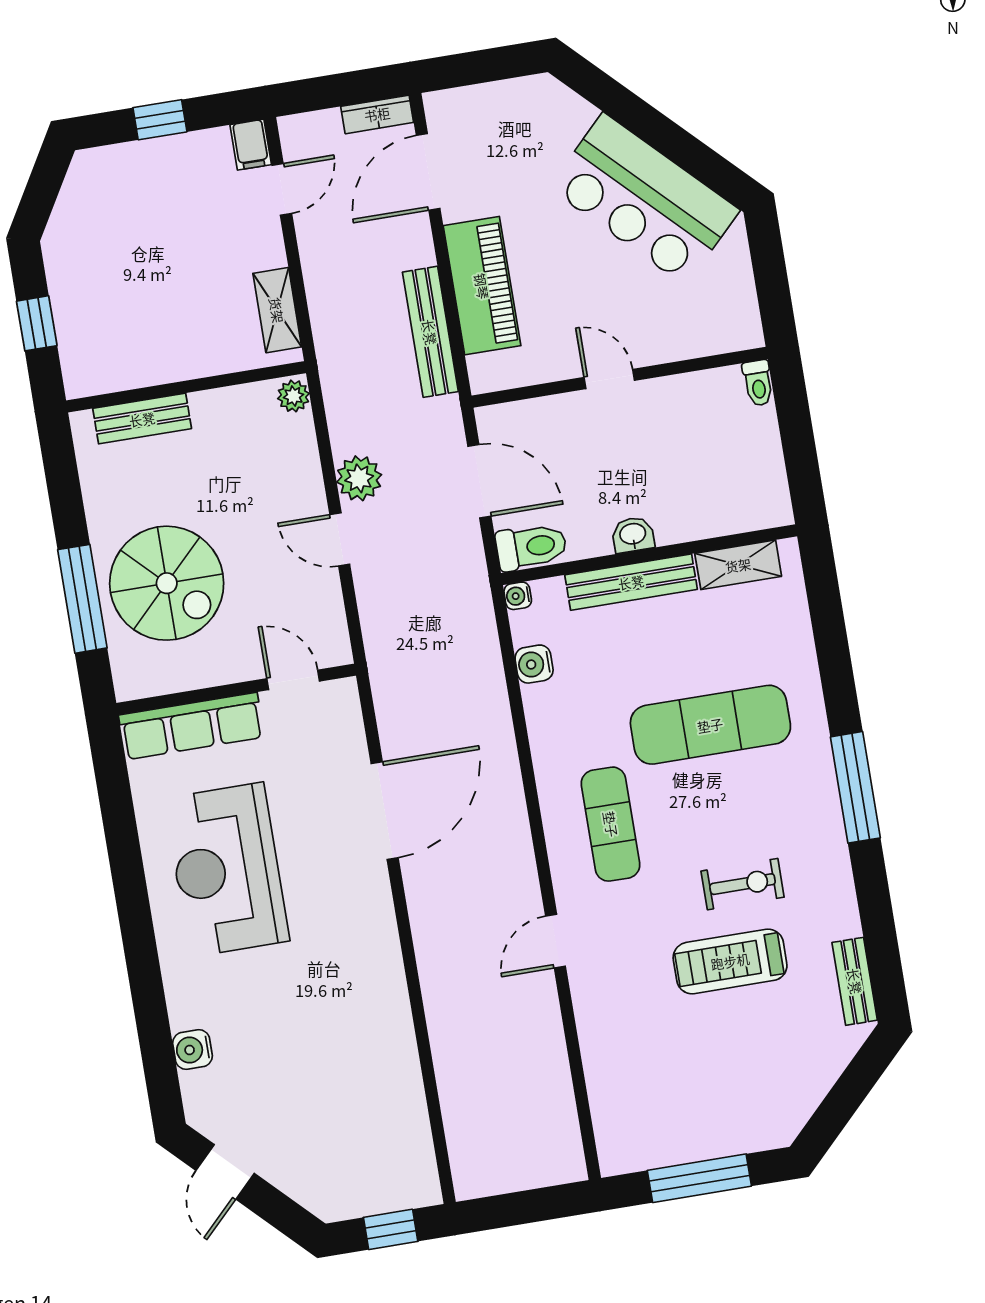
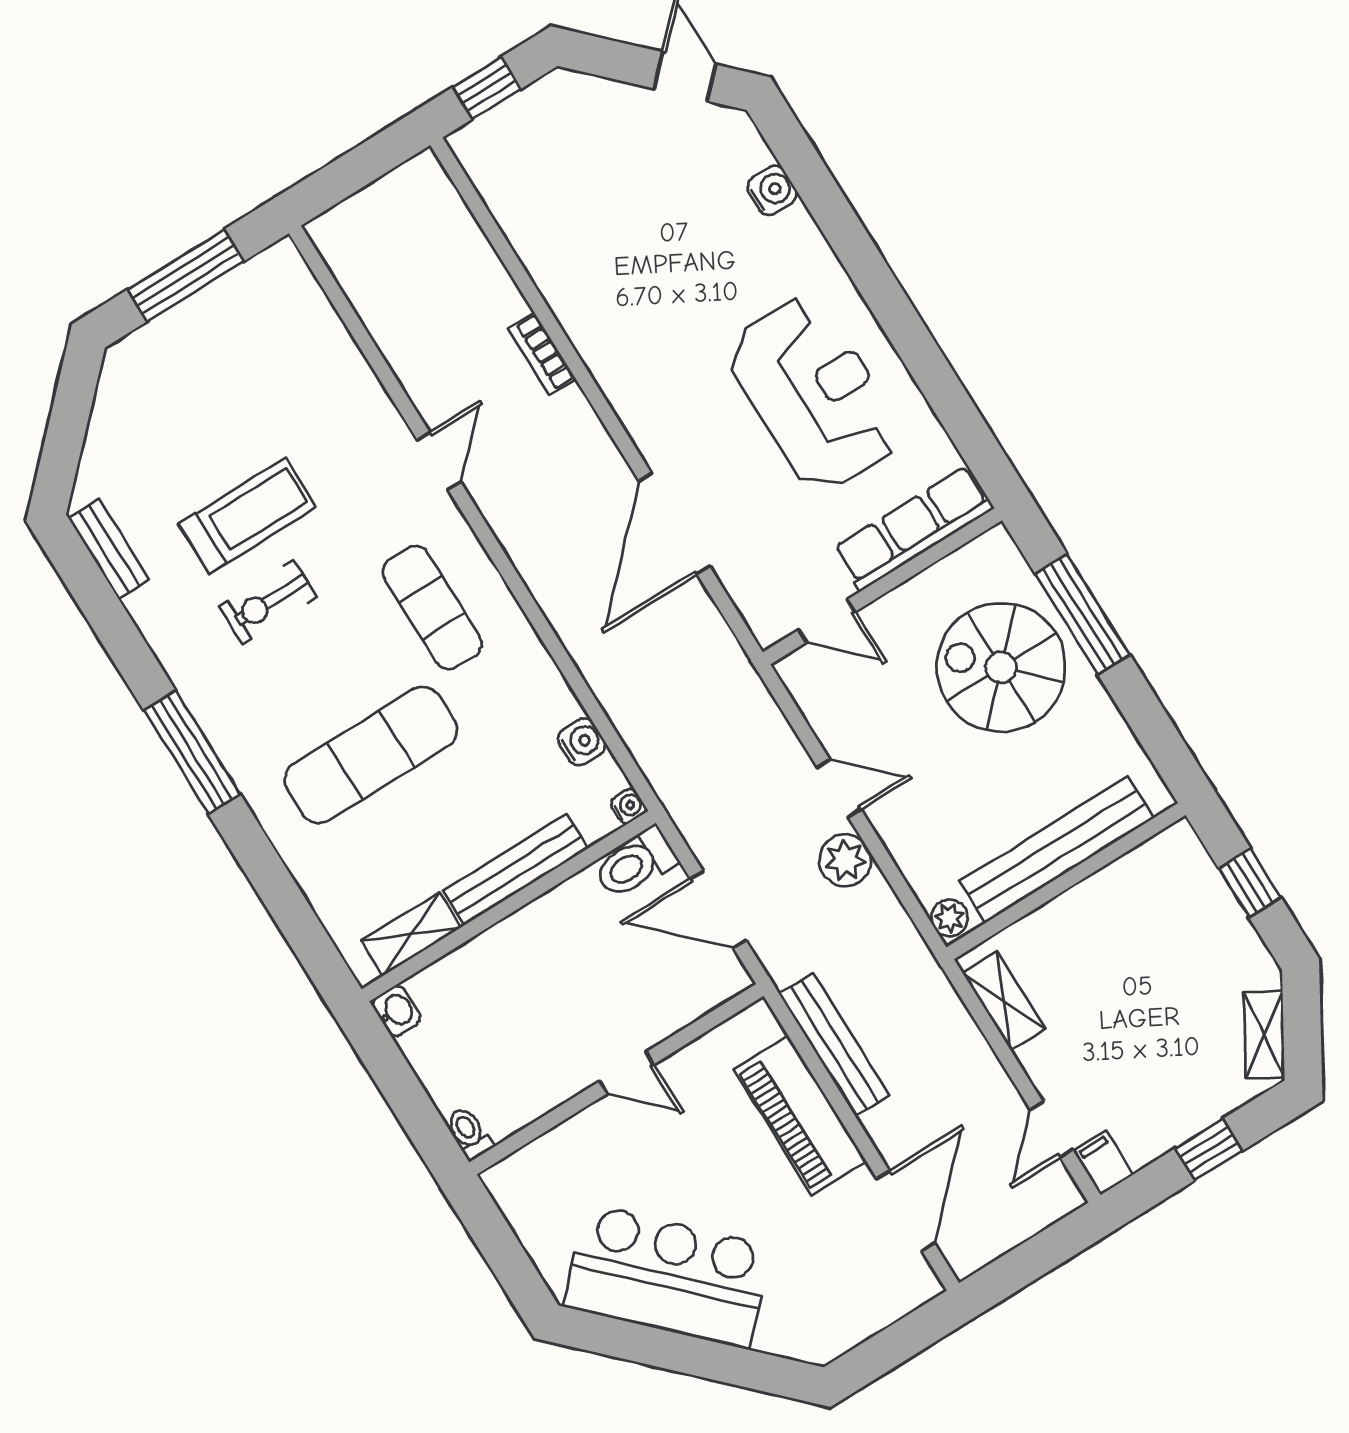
bookcase: (377, 114) -> (542, 354), moved, turned -90
shelving: (76, 195) -> (1264, 1035), added
bench: (142, 419) -> (1057, 850), width x1.86, depth x1.21
washbasin: (633, 535) -> (397, 1011), moved, turned -90

